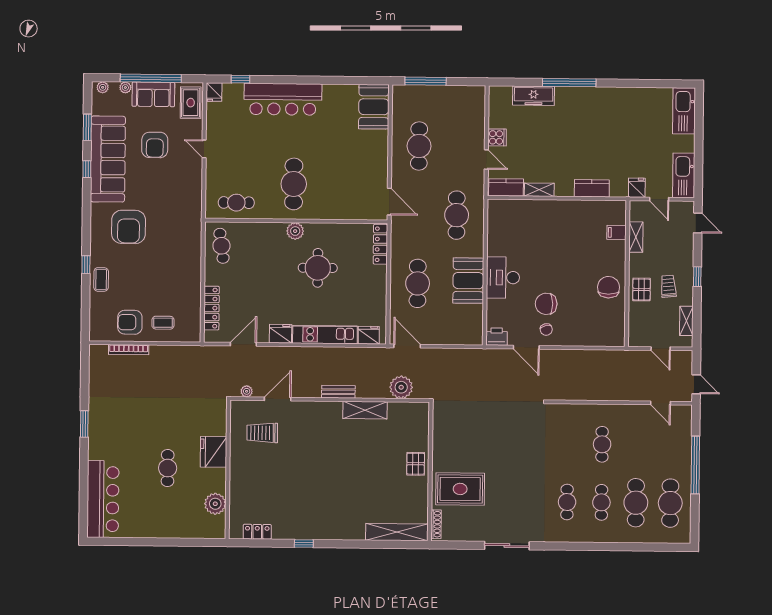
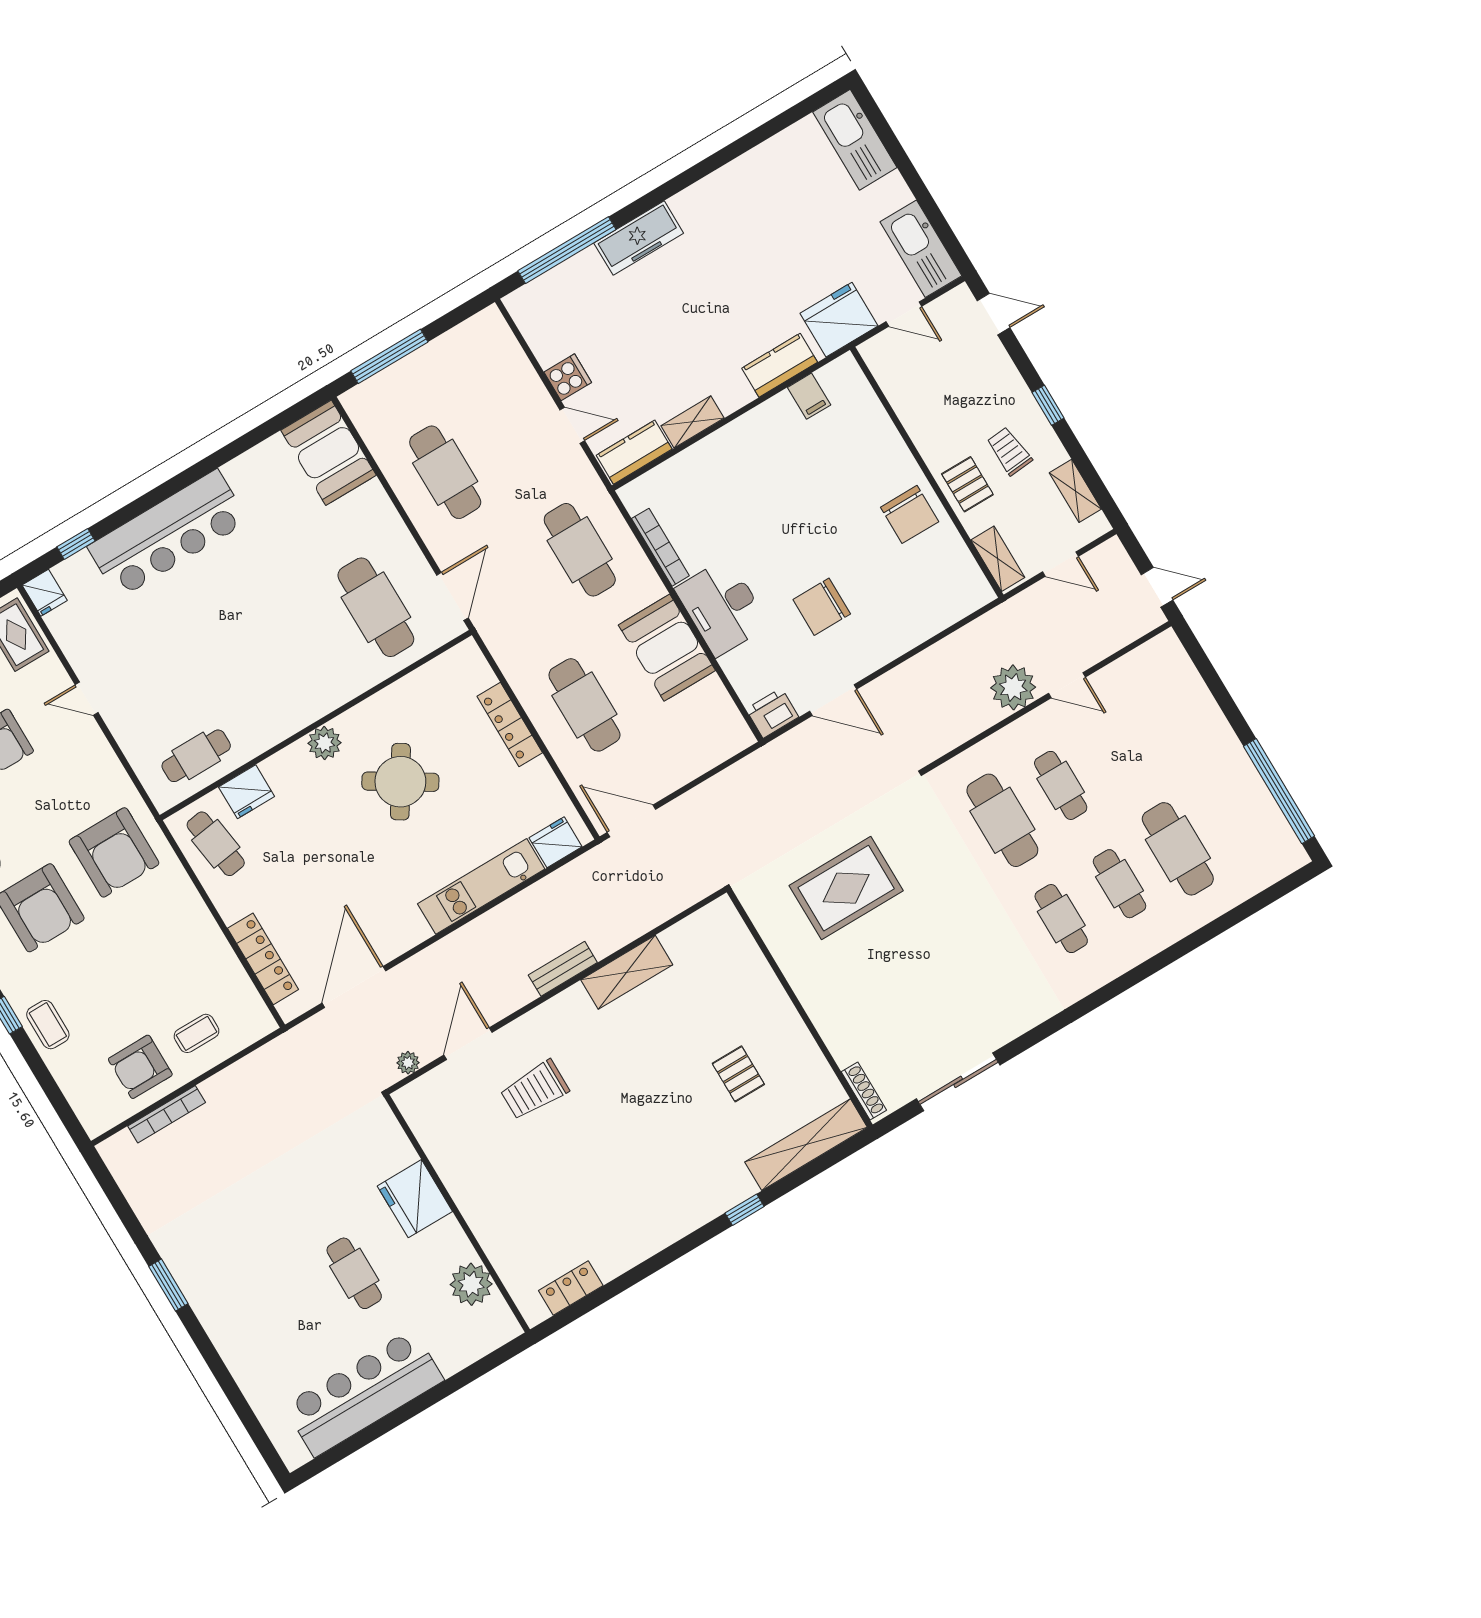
window: (569, 83) -> (567, 250), moved
freezer: (534, 96) -> (639, 238), moved
cafe table: (294, 184) -> (376, 607), moved
fridge: (637, 188) -> (839, 320), width x1.88, depth x1.34
door: (389, 202) -> (452, 596), hinge flipped
armchair: (175, 223) -> (114, 852), added
filing cabinet: (616, 232) -> (809, 396), moved, turned -90
bookcase: (492, 235) -> (660, 547), added
shelving: (636, 237) -> (998, 559), moved
locker: (380, 244) -> (510, 725), moved
round table: (318, 268) -> (400, 782), turned 32
chair: (609, 287) -> (910, 514), turned 180
chair: (546, 330) -> (848, 650), removed
fridge: (281, 334) -> (247, 792), moved, turned 180
door: (243, 344) -> (354, 987), width x1.36
plant: (401, 387) -> (1013, 687), moved
door: (660, 403) -> (1067, 685), moved
trolley: (262, 433) -> (535, 1090), moved
pallet: (416, 464) -> (738, 1074), moved
window: (695, 465) -> (1279, 791), moved
rug: (460, 489) -> (846, 888), moved
bar counter: (103, 499) -> (364, 1393), moved, turned -90
cafe table: (670, 503) -> (1002, 820), moved
window: (304, 543) -> (745, 1210), moved
sliding door: (507, 546) -> (958, 1082), moved

